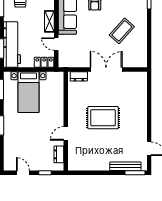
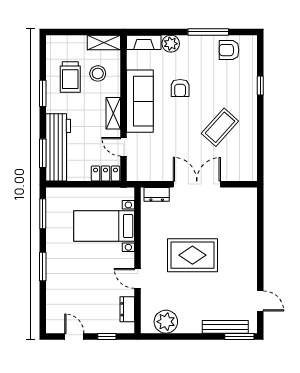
bed with nightstands: (28, 92) -> (104, 226), moved, turned 90
door: (66, 133) -> (138, 278), hinge flipped
plant: (85, 163) -> (166, 322), added

